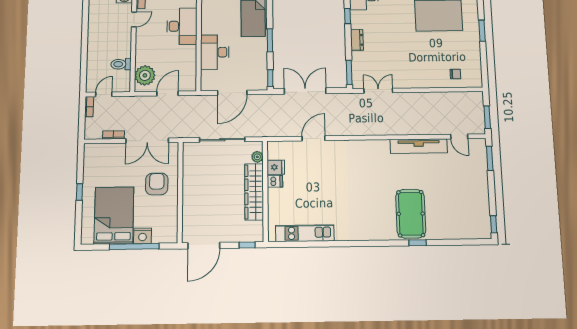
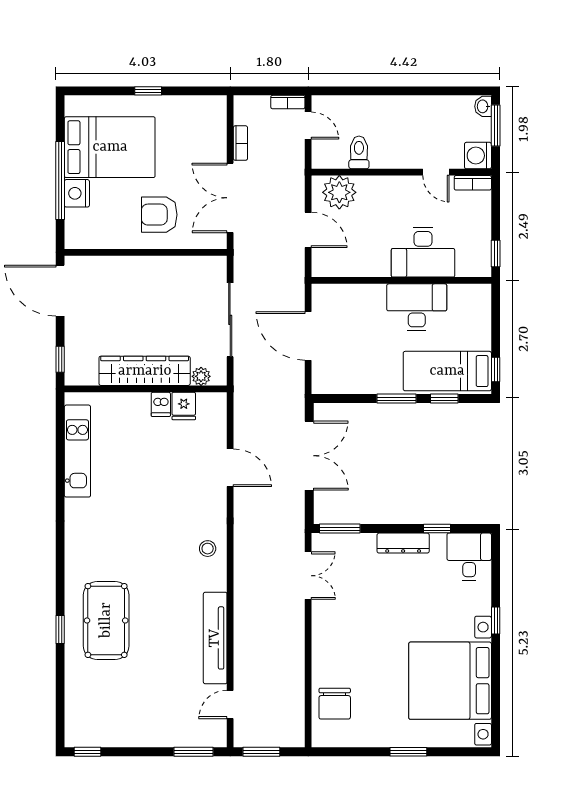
dresser: (357, 40) -> (403, 543), width x1.44
desk: (215, 52) -> (417, 307), moved
chair: (455, 74) -> (335, 704), width x1.87, depth x1.87
window: (270, 78) -> (444, 399), moved
stool: (364, 151) -> (208, 549), added
armchair: (157, 184) -> (159, 215), turned 180
pool table: (411, 214) -> (106, 620), turned 90

